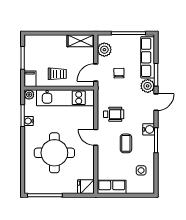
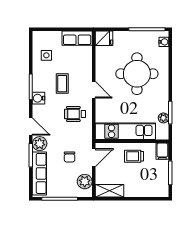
plant: (29, 95) -> (163, 118), moved
door: (156, 102) -> (31, 127), swing flipped
water cooler: (29, 121) -> (164, 42), moved

